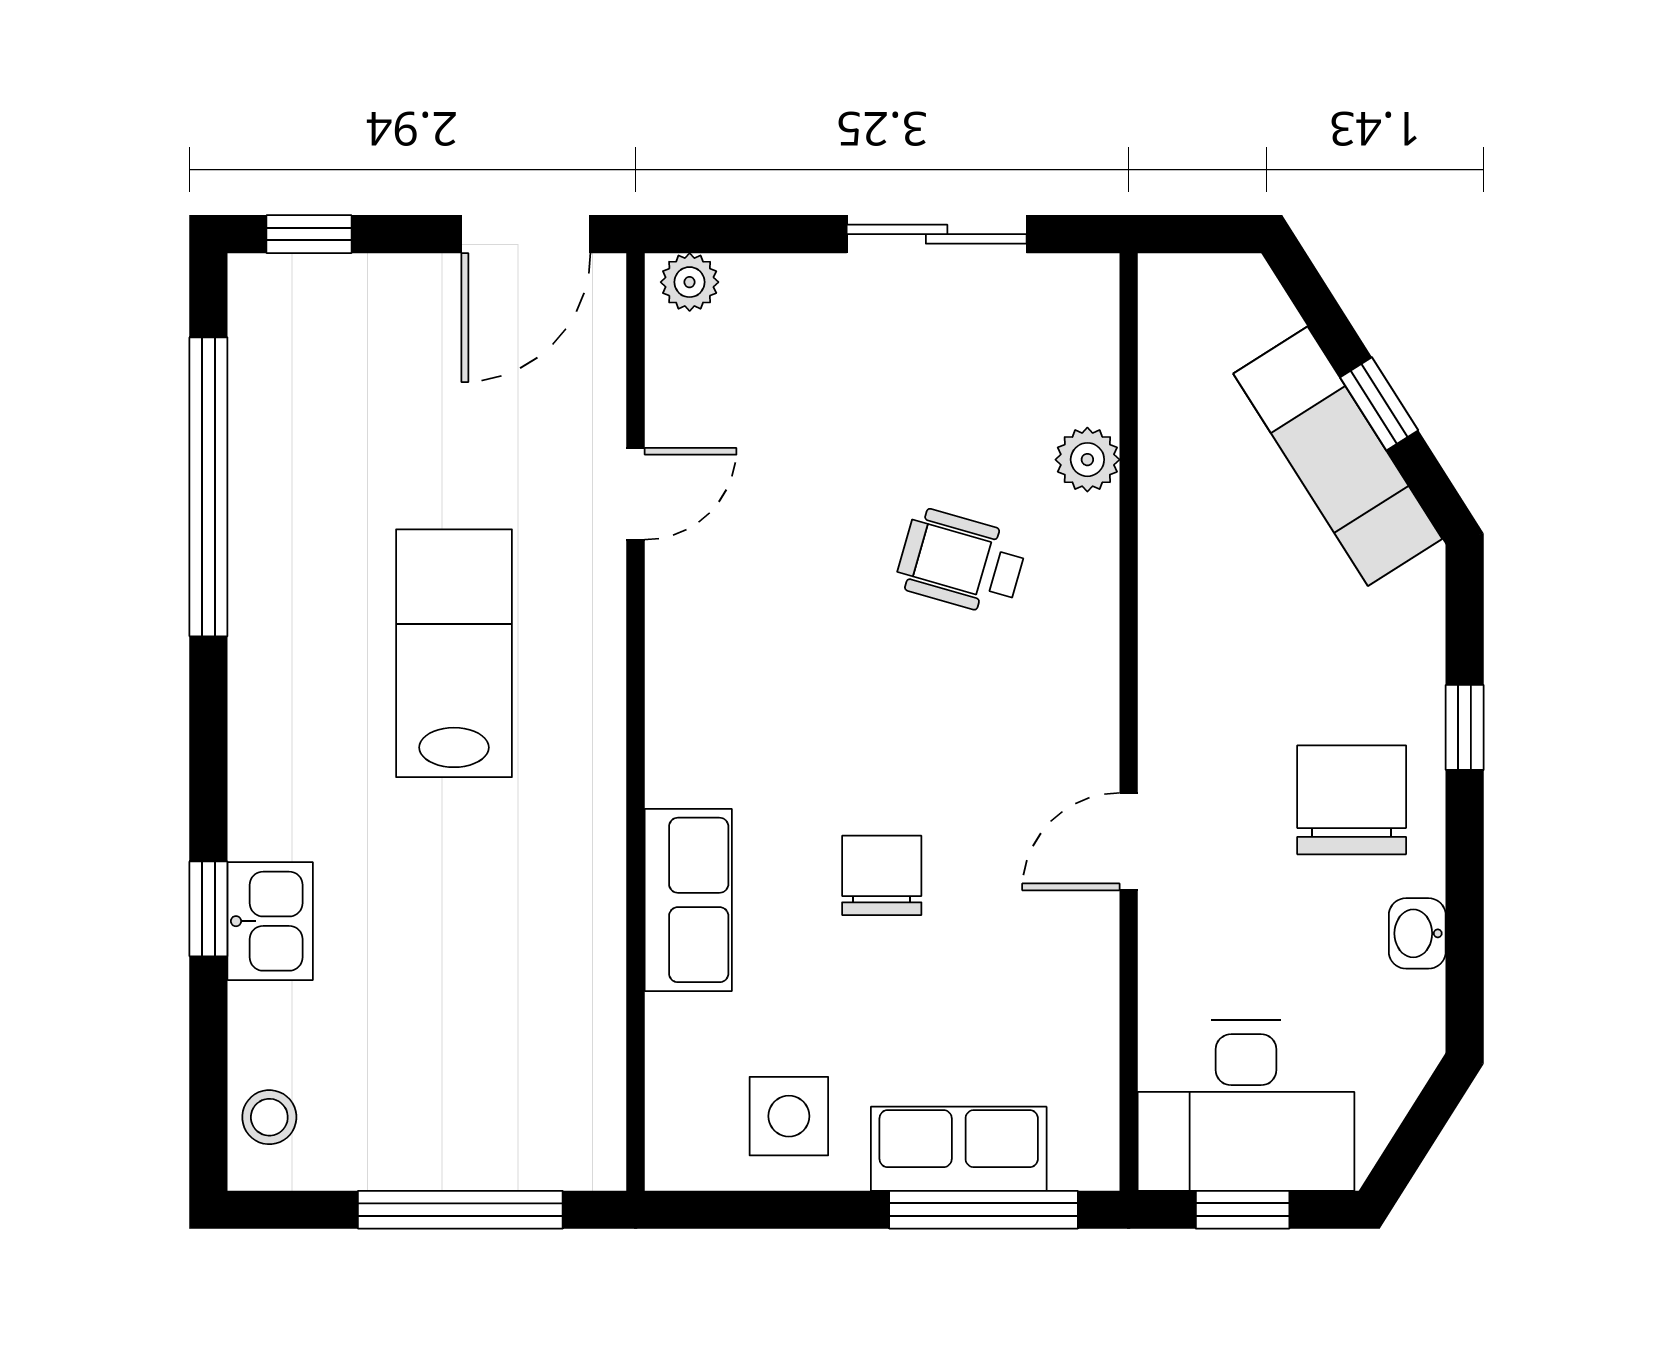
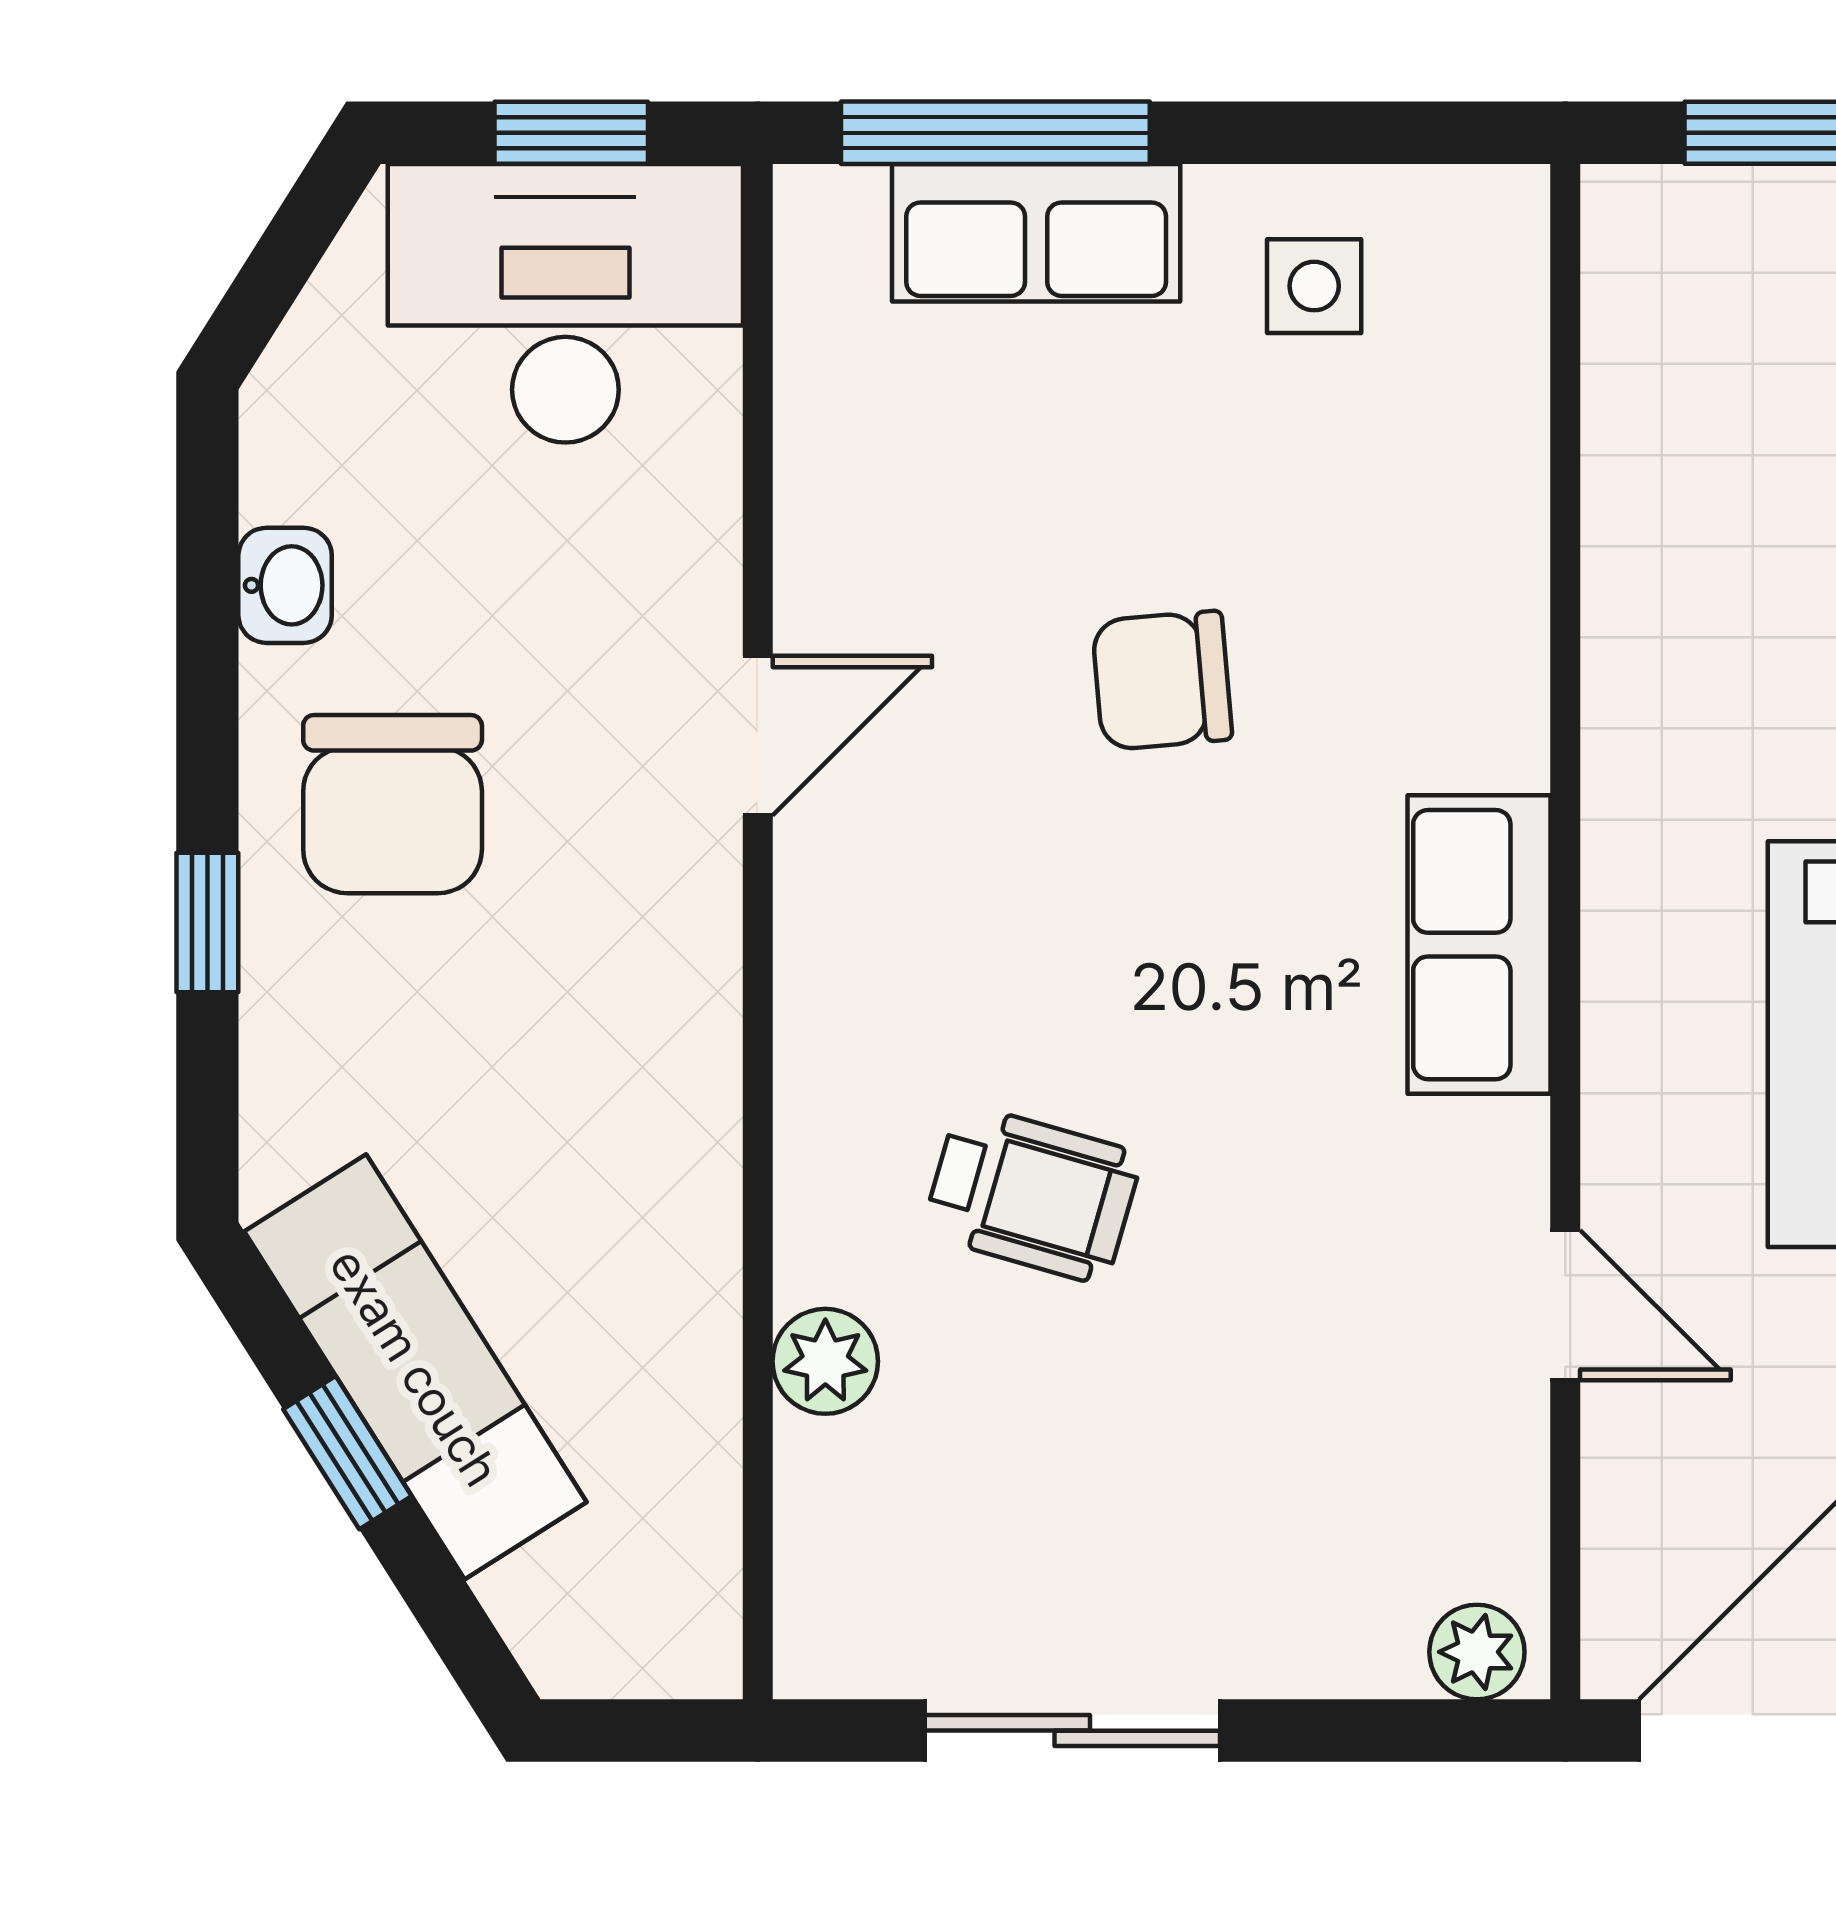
door: (636, 494) -> (1565, 1305), swing flipped
chair: (882, 875) -> (1162, 680), turned 85
row of seats: (688, 900) -> (1479, 945), moved
side table: (789, 1116) -> (1314, 286), width x0.73, depth x0.73

